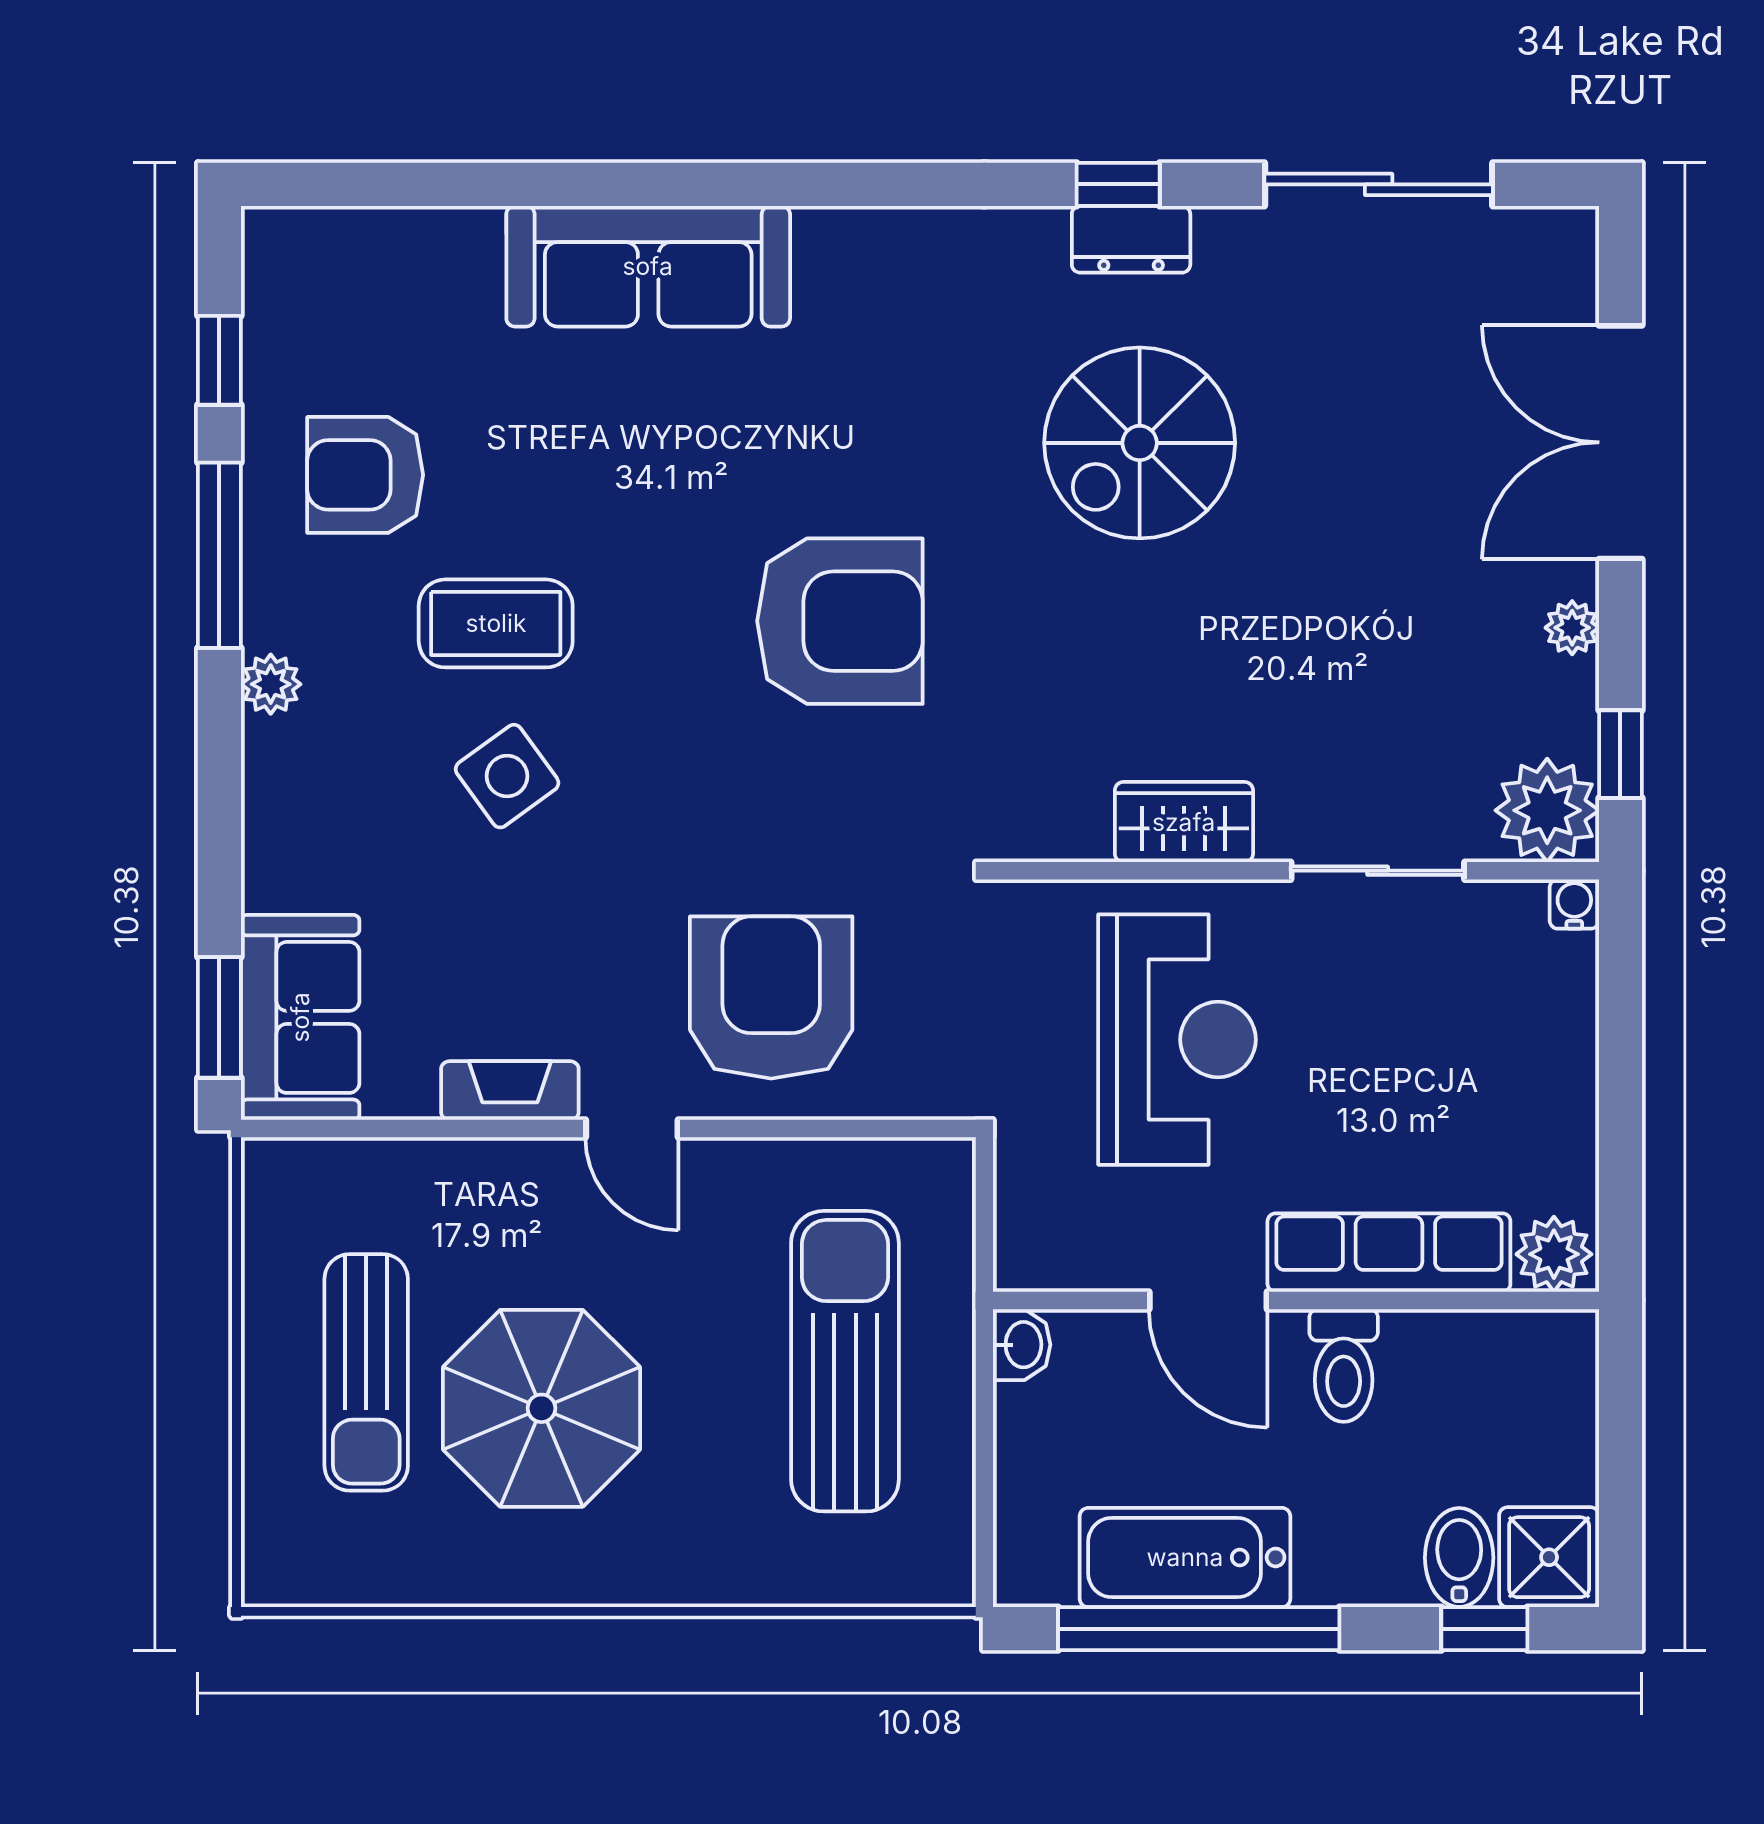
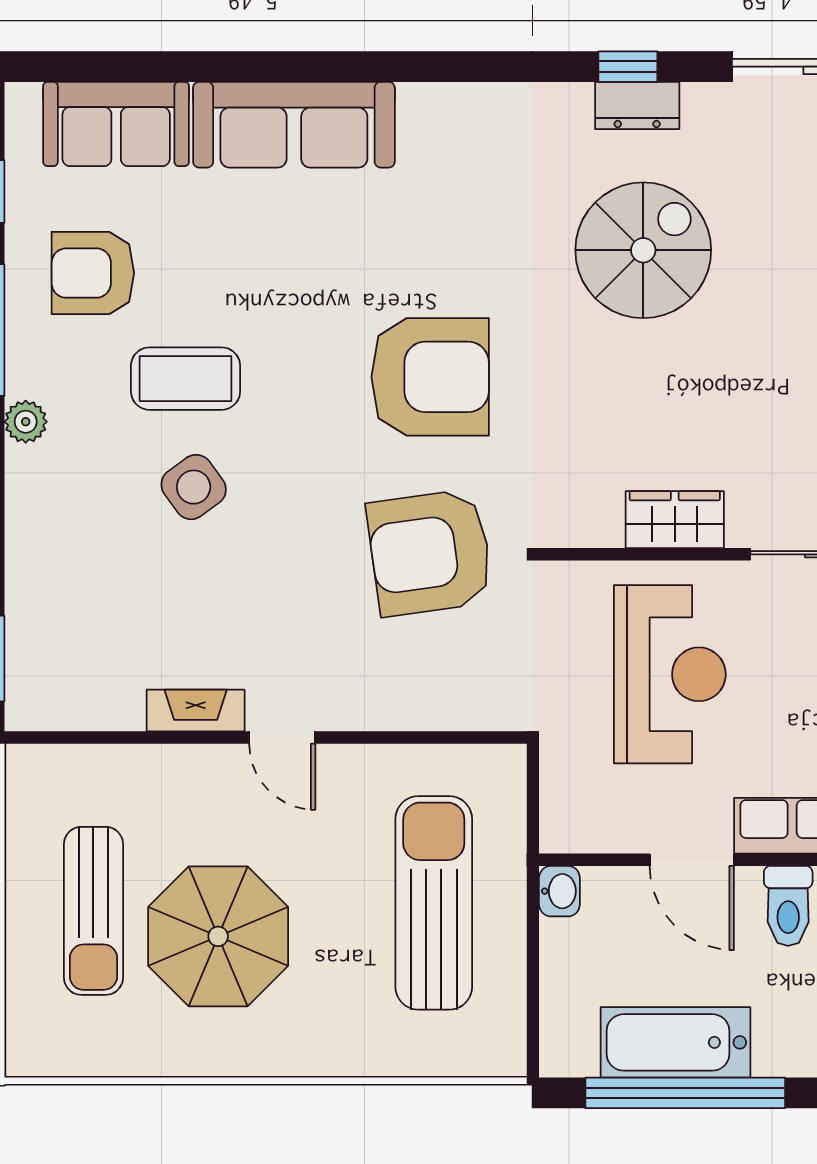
spiral stairs: (1140, 443) -> (643, 250), turned 180
armchair: (771, 997) -> (430, 553), moved, turned -98
sofa: (300, 1017) -> (116, 124), moved, turned 90

